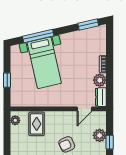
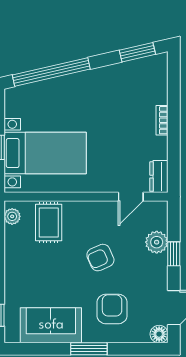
window: (38, 36) -> (51, 72), width x1.46
bed with nightstands: (44, 63) -> (45, 153), moved, turned -77
plant: (100, 80) -> (157, 148), removed

